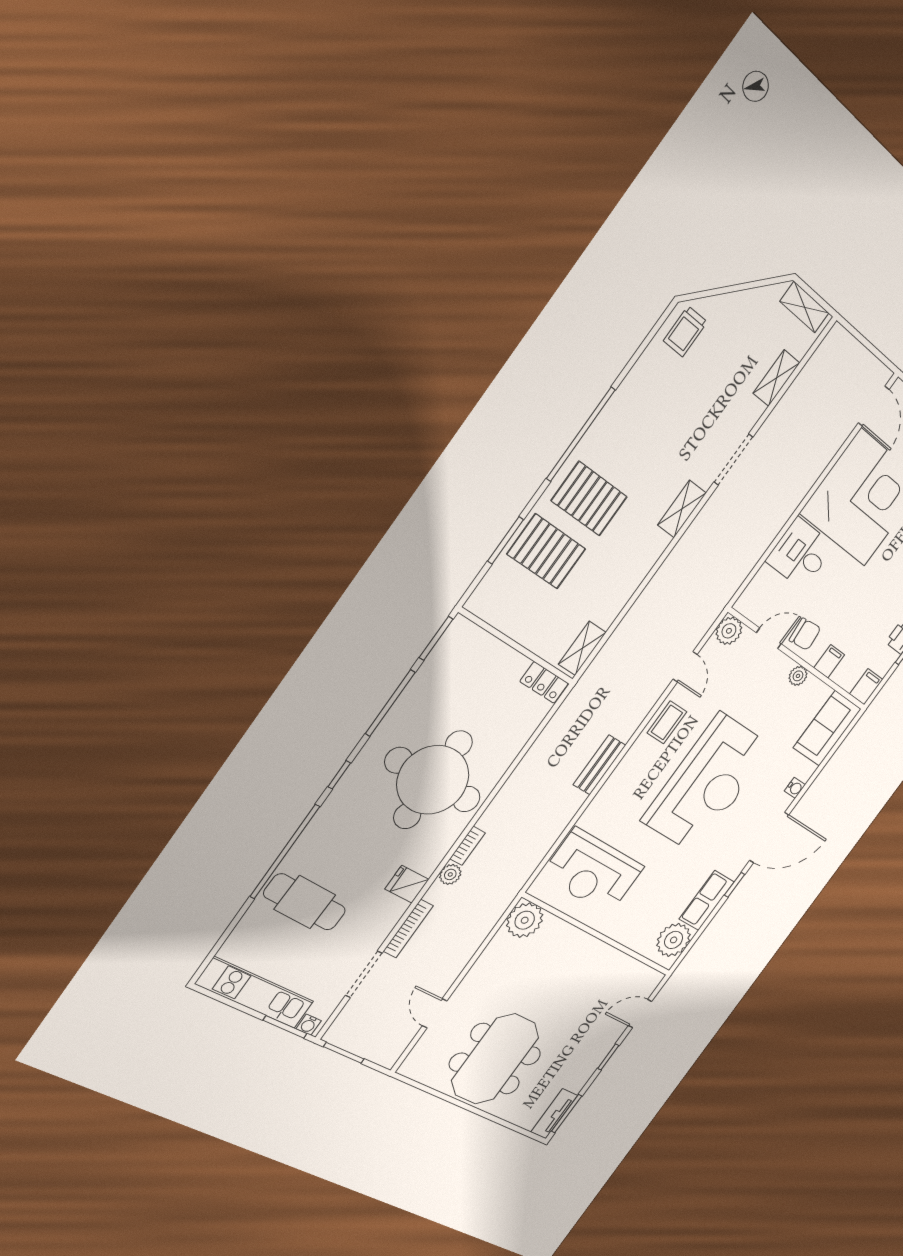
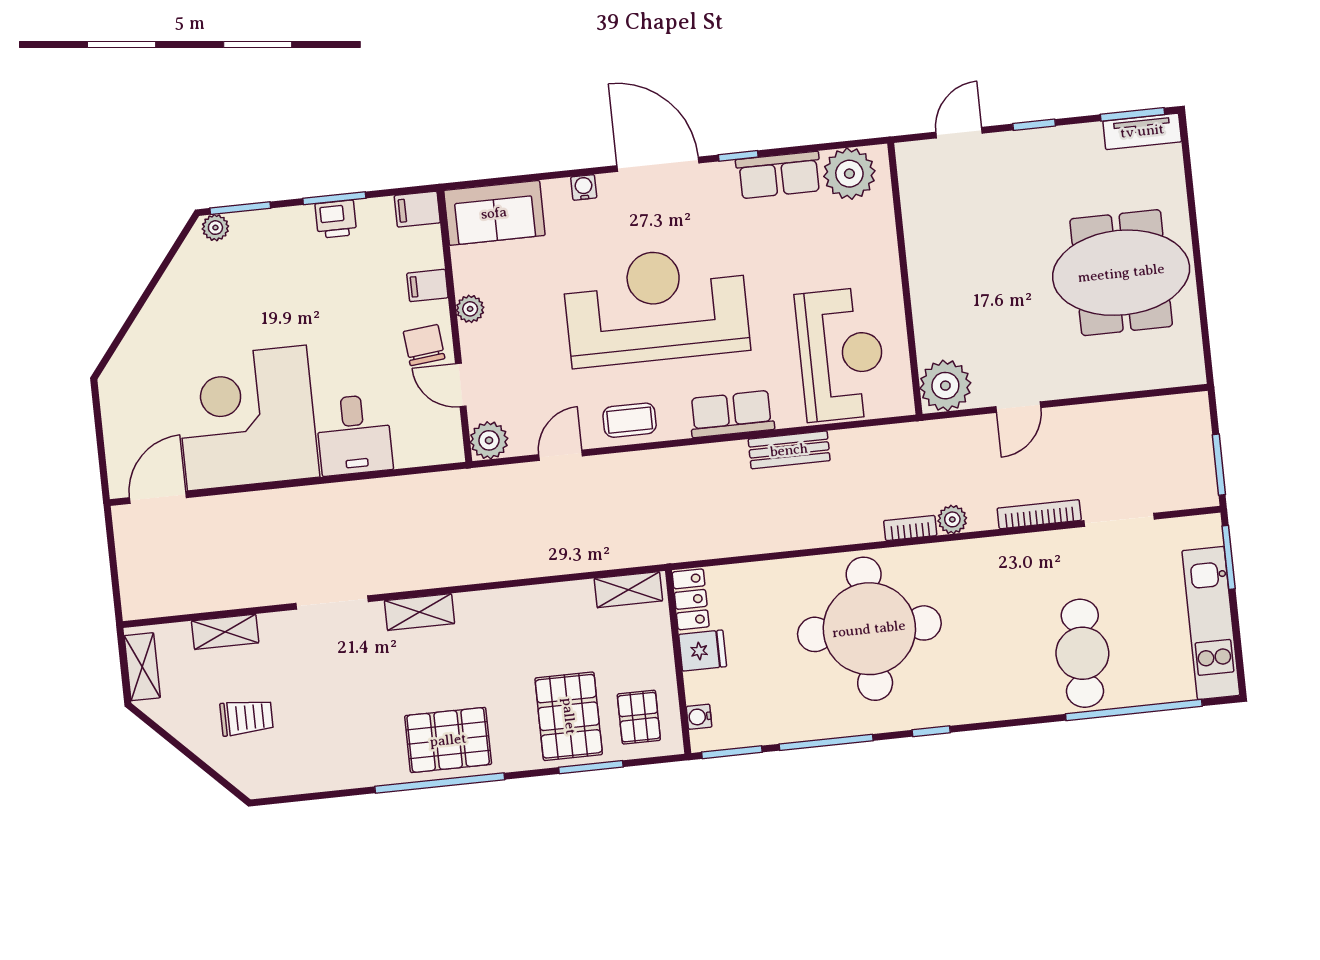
trolley: (685, 331) -> (247, 717), moved
pallet: (589, 499) -> (448, 740), moved, turned 90
pallet: (507, 596) -> (639, 717), added
bench: (599, 765) -> (789, 450), moved
row of seats: (618, 785) -> (732, 414), added
window: (285, 852) -> (1134, 710), moved
fridge: (407, 884) -> (703, 651), moved, turned -90
door: (435, 1013) -> (1018, 407), moved
door: (640, 1014) -> (959, 133), swing flipped
water cooler: (309, 1025) -> (699, 717), moved, turned 180

